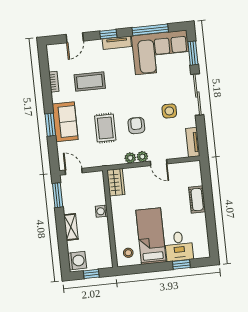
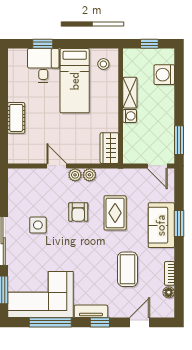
floor lamp: (53, 66) -> (169, 292), added
coffee table: (90, 82) -> (128, 269), turned 90
tv unit: (193, 142) -> (14, 185), removed
shelving: (71, 227) -> (130, 93), moved
washing machine: (77, 261) -> (164, 75), moved

